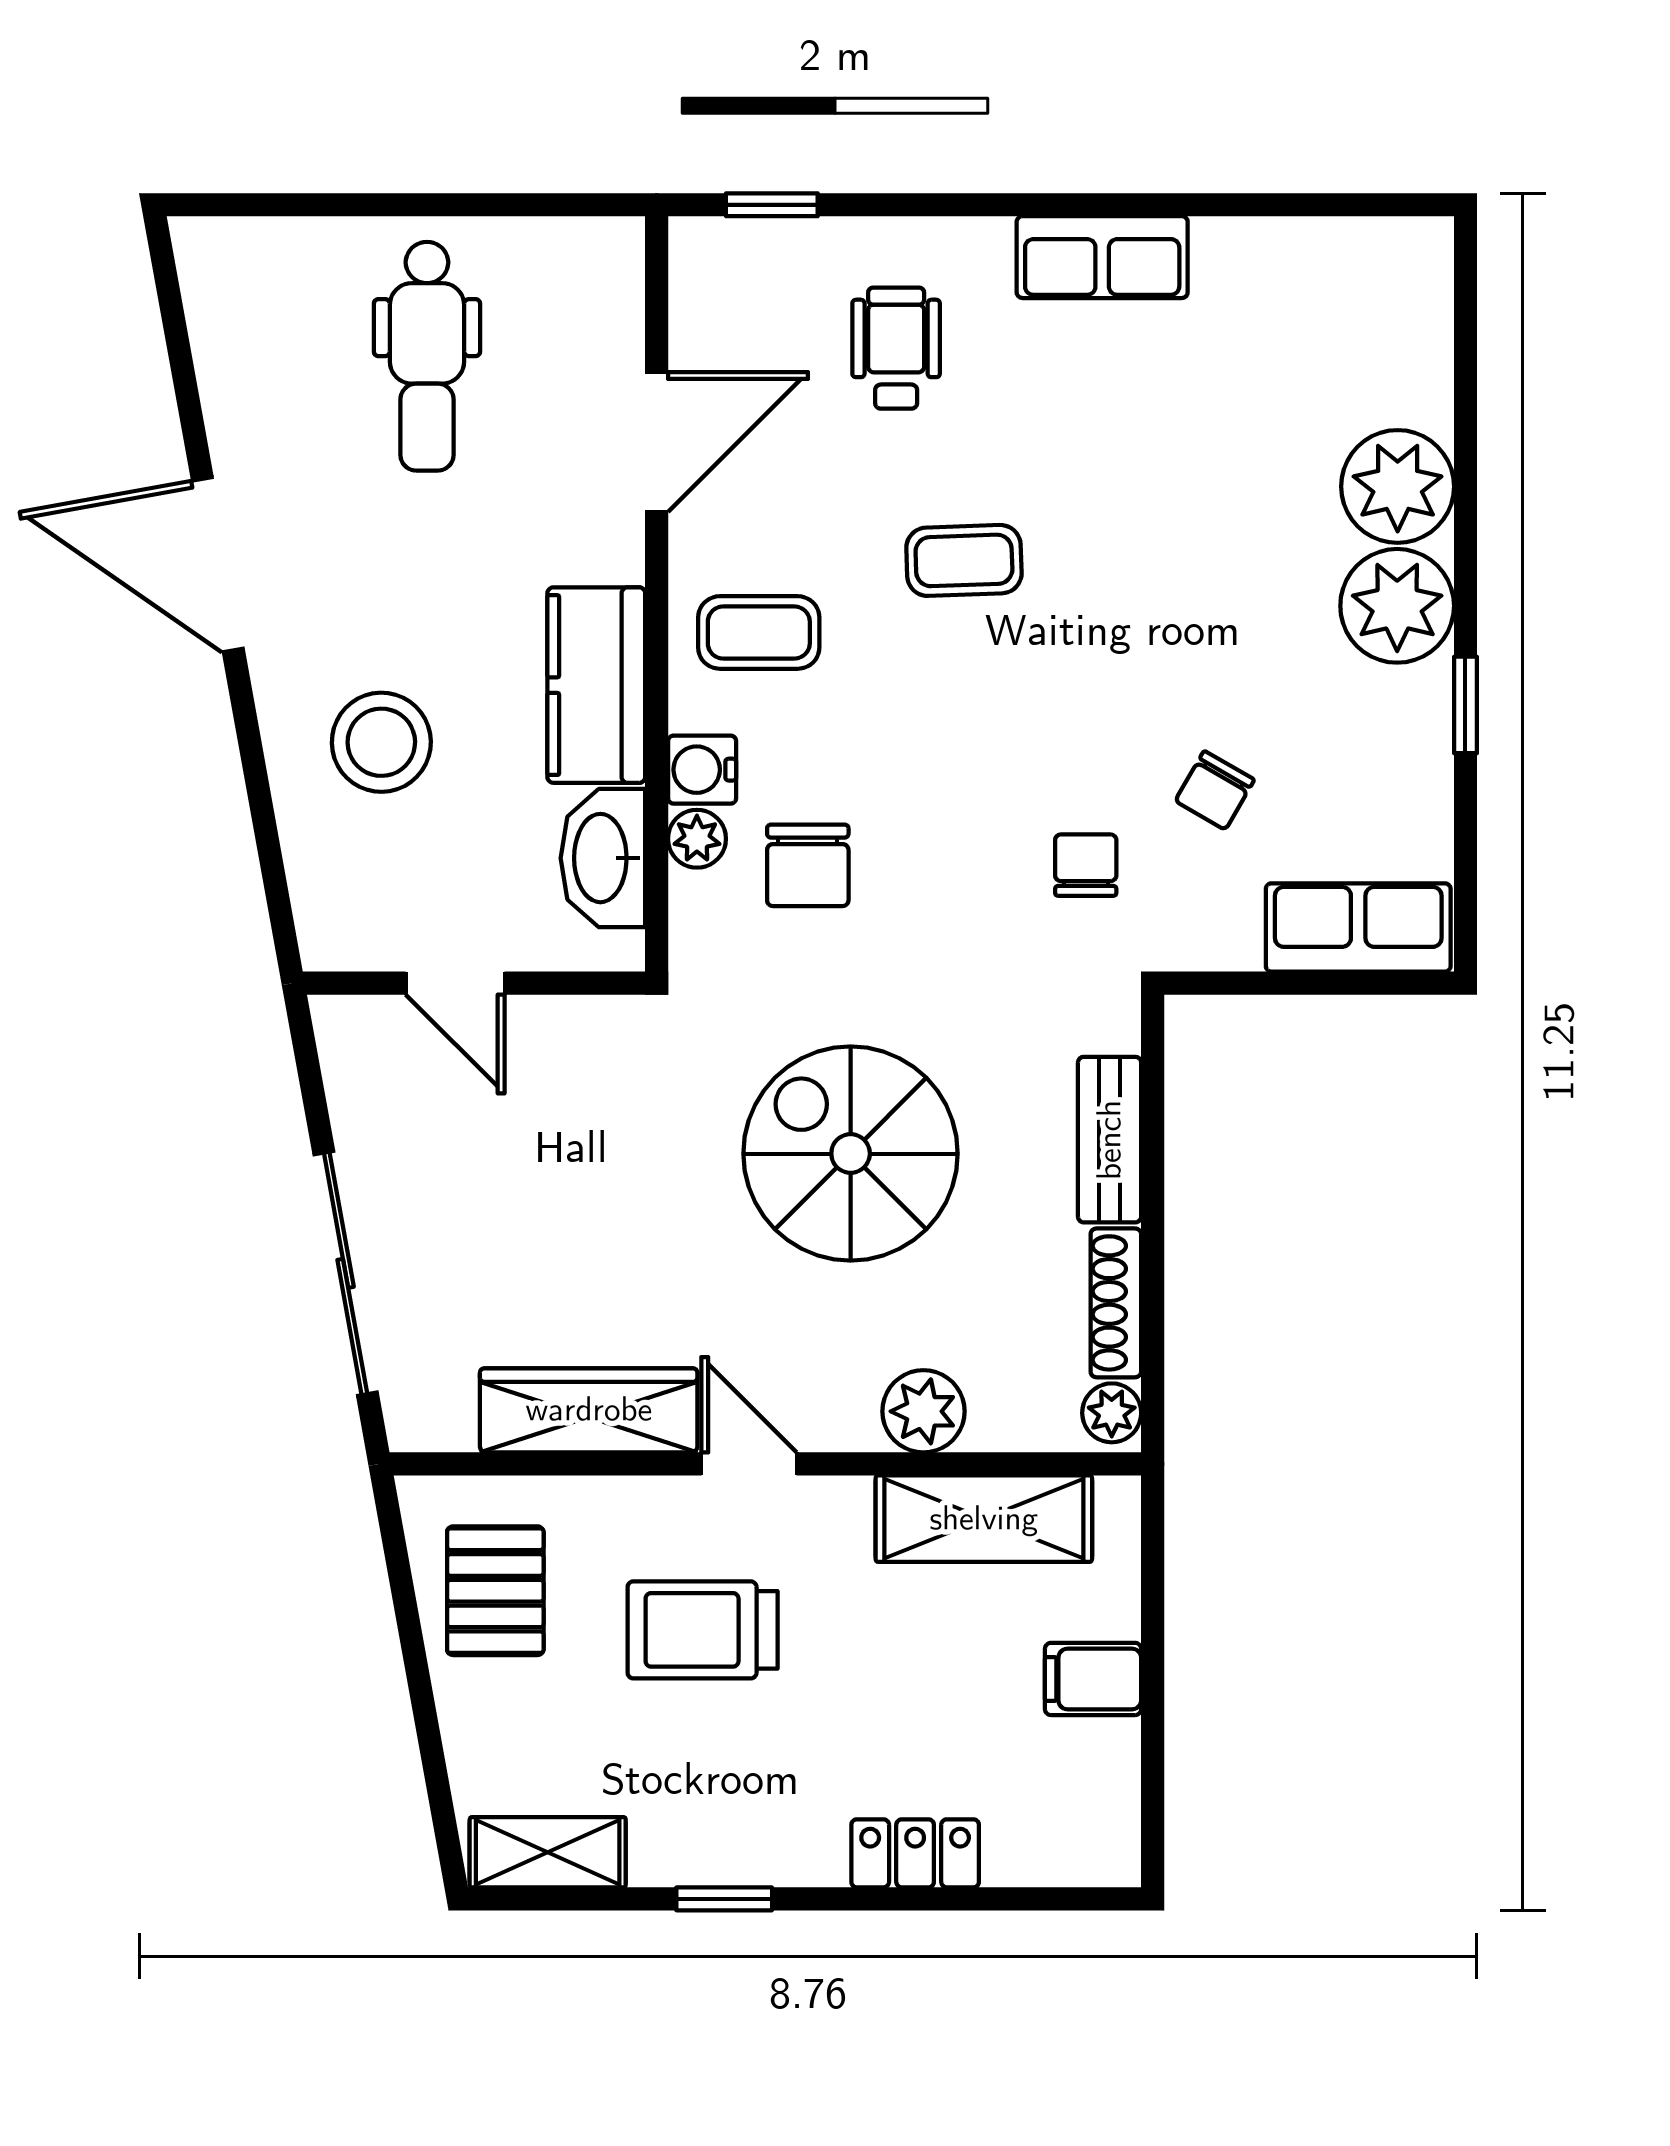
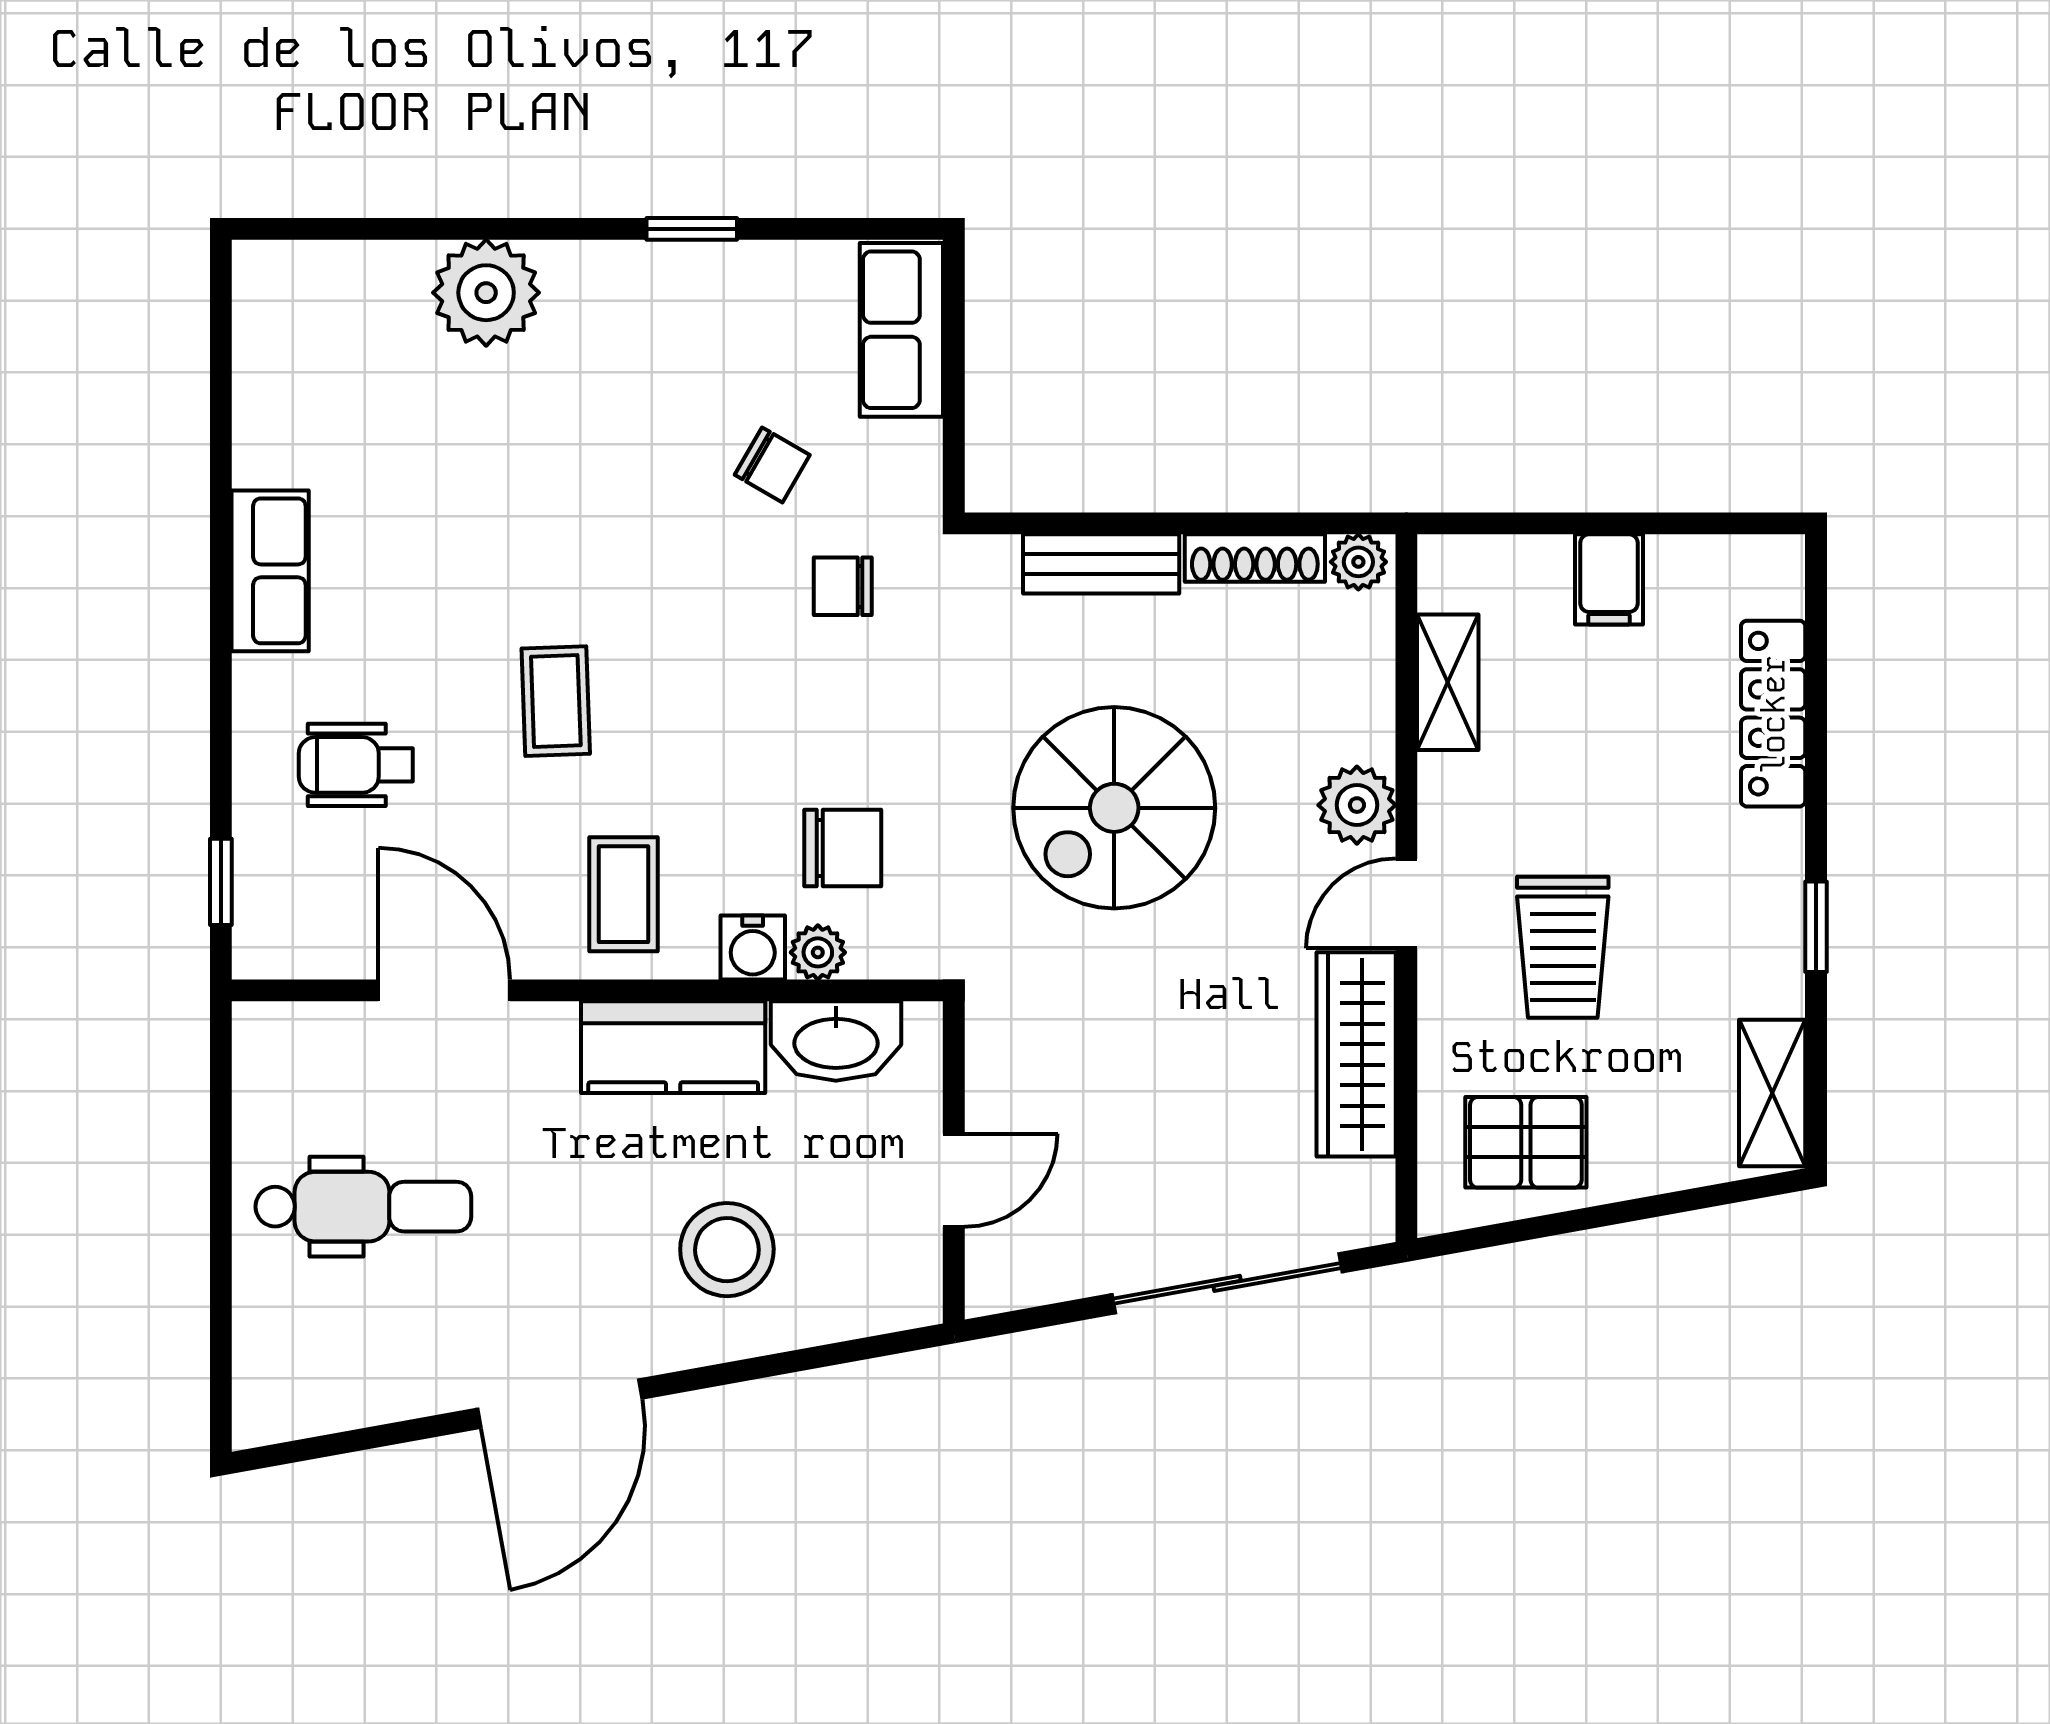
plant: (1397, 606) -> (599, 293), removed
plant: (923, 1411) -> (1357, 805), moved
shelving: (984, 1519) -> (1448, 682), width x0.67, depth x0.75
locker: (915, 1853) -> (1773, 714), width x1.53

